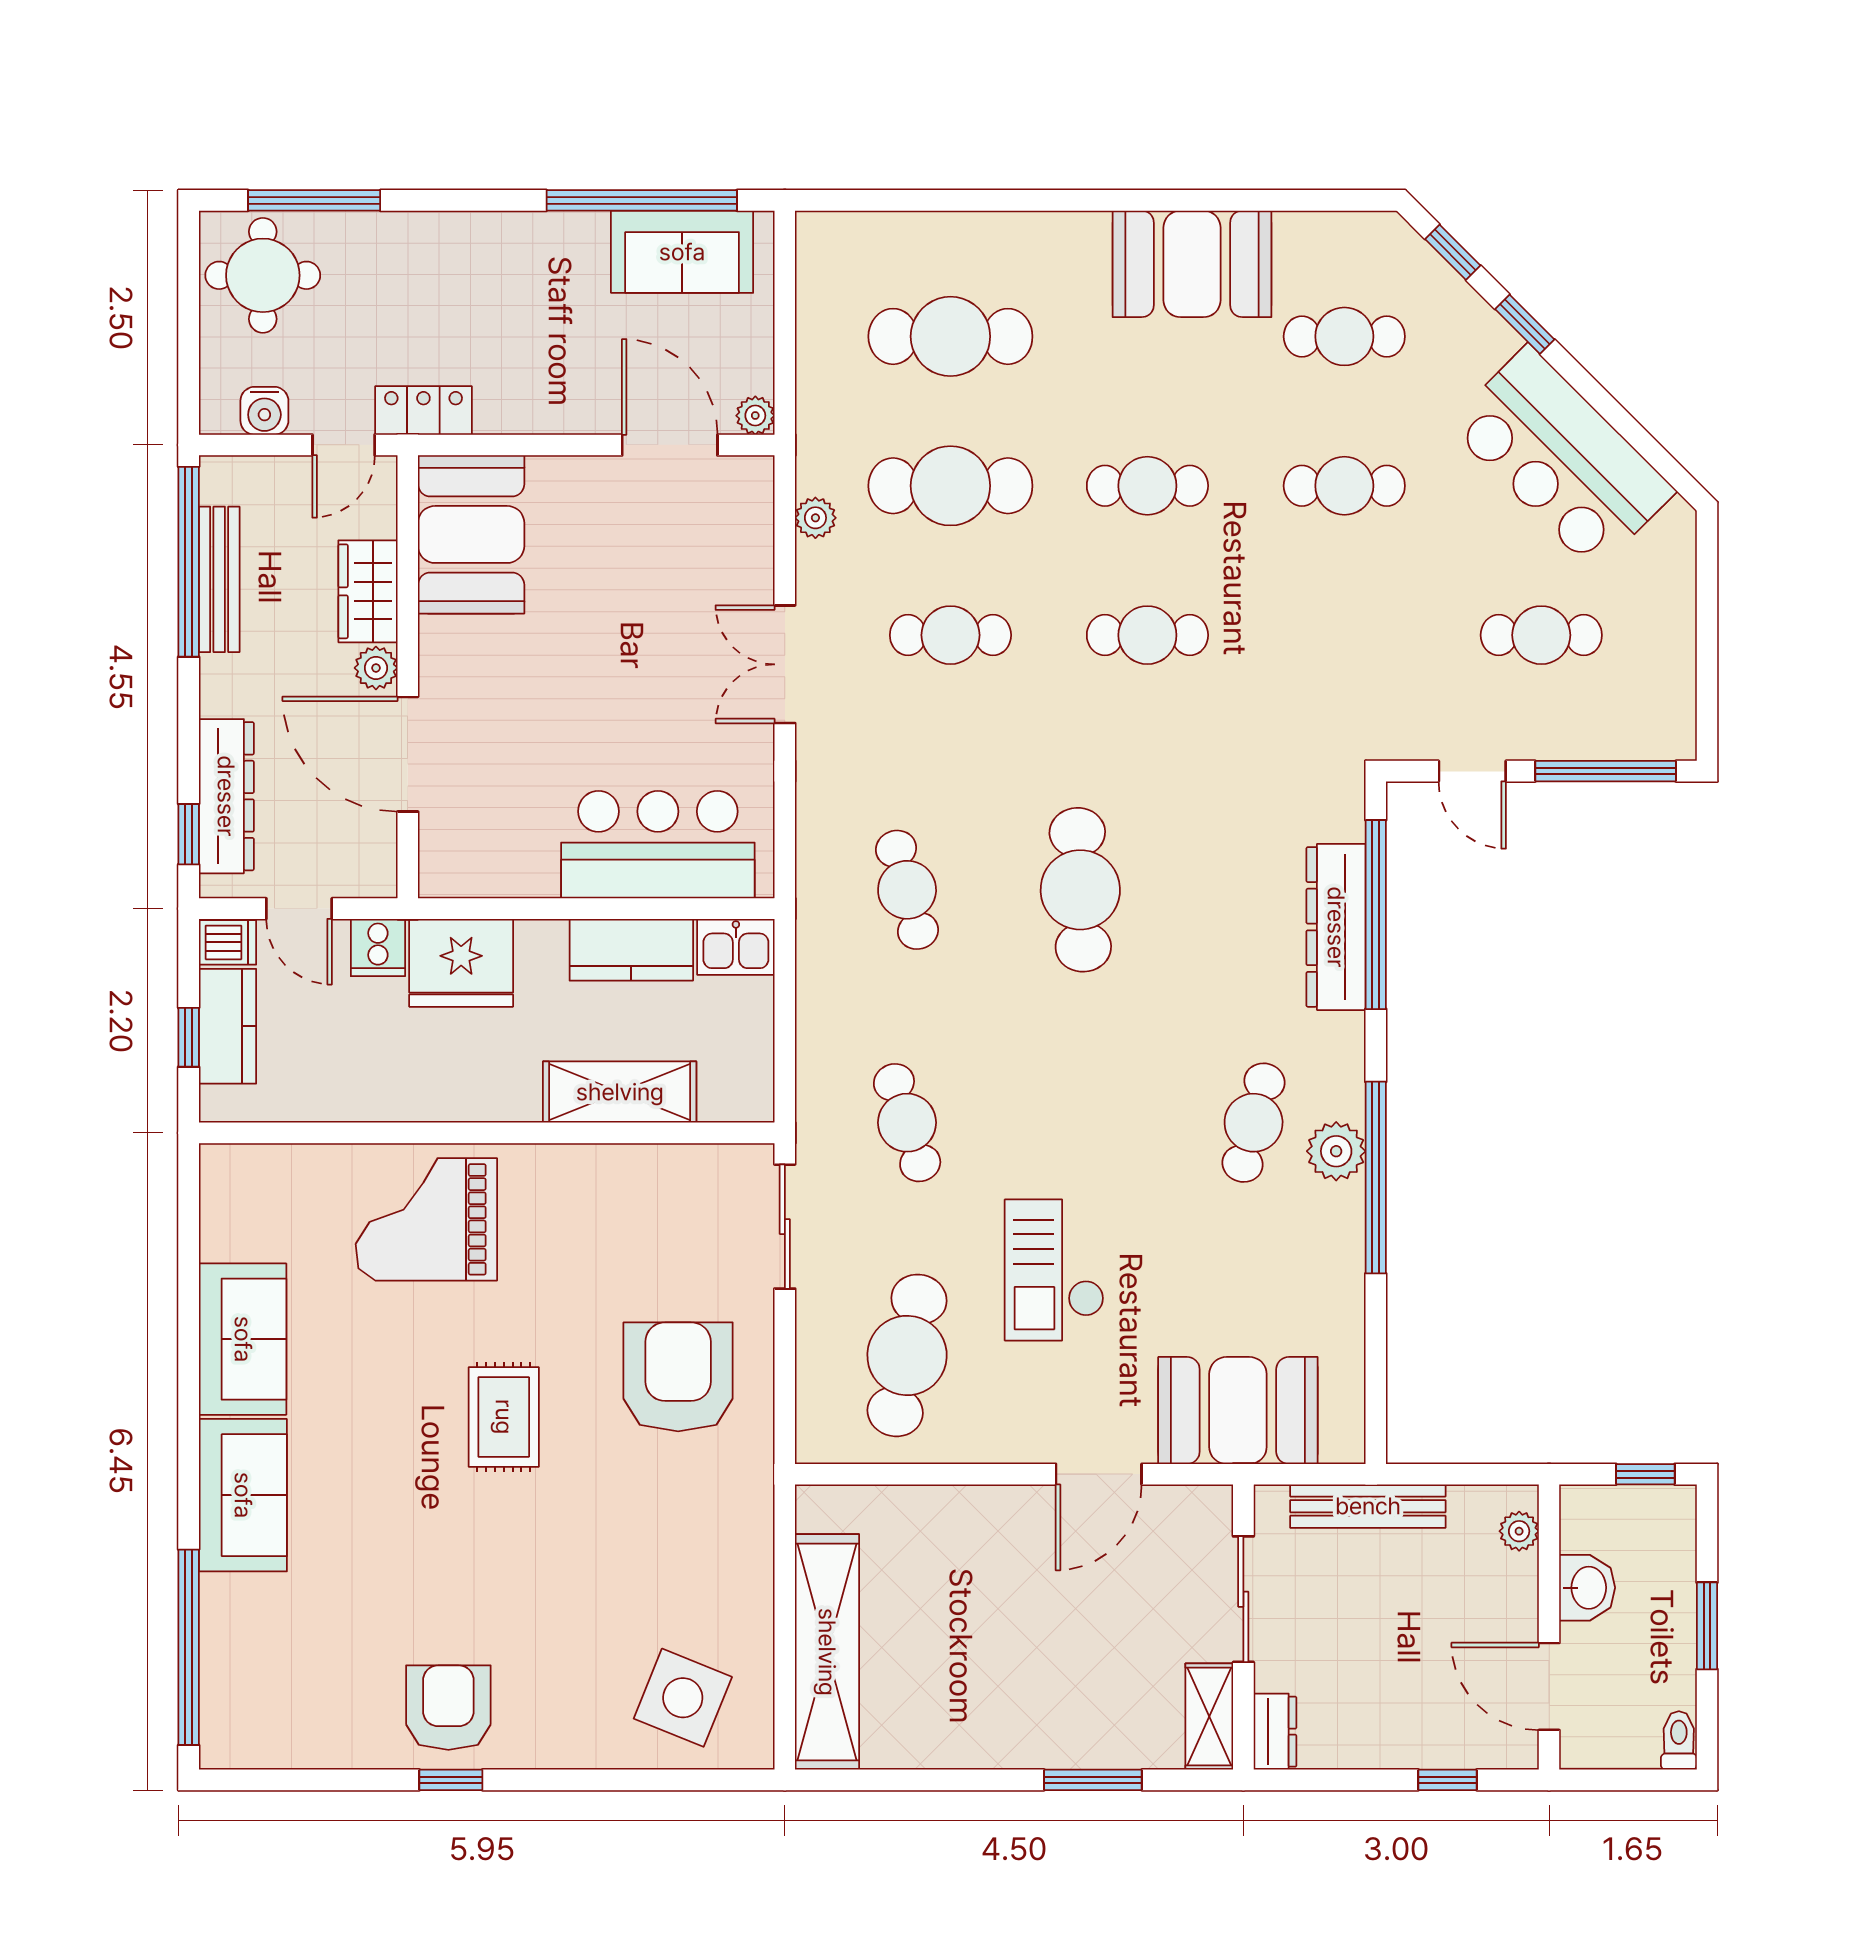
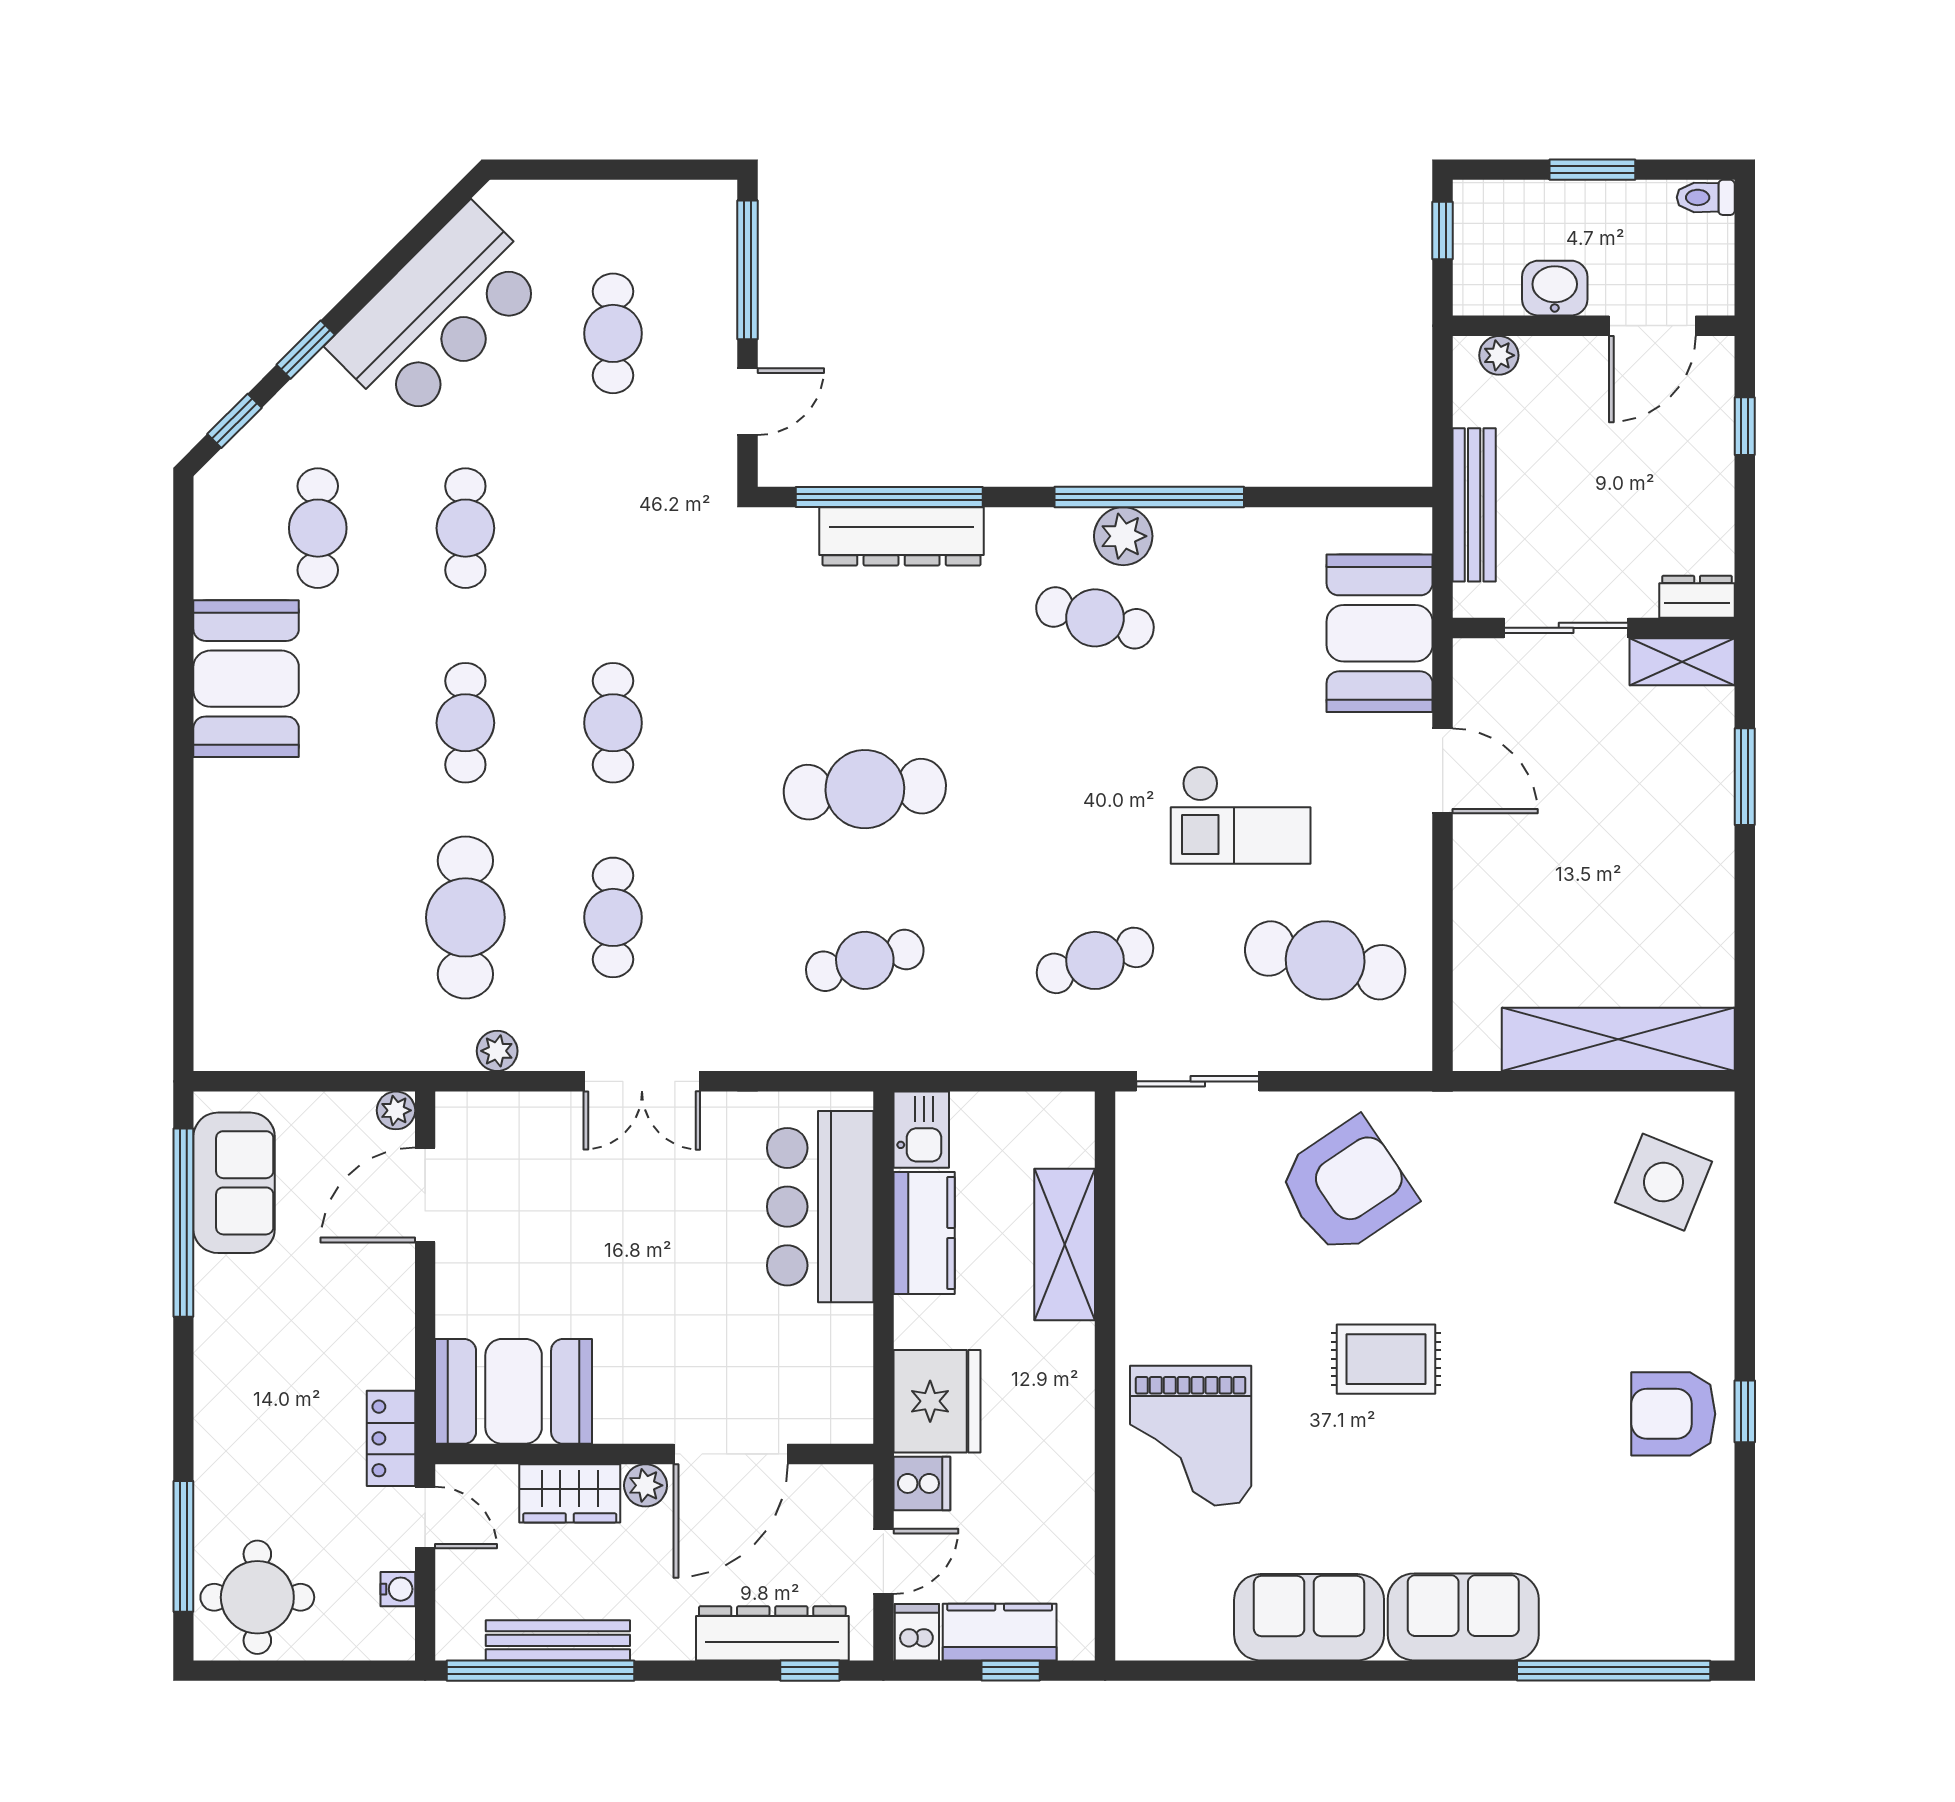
cafe table: (950, 336) -> (318, 917), removed
water cooler: (264, 411) -> (398, 1589), width x0.72, depth x0.72
armchair: (678, 1377) -> (1346, 1187), turned 146

